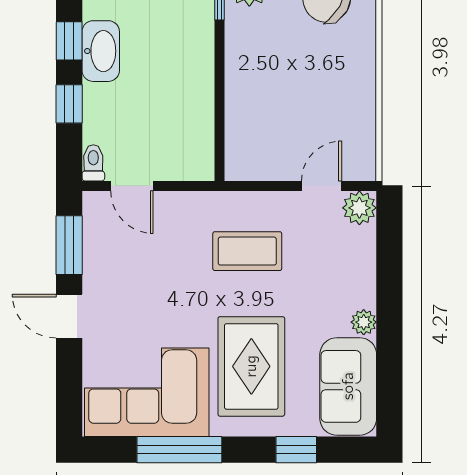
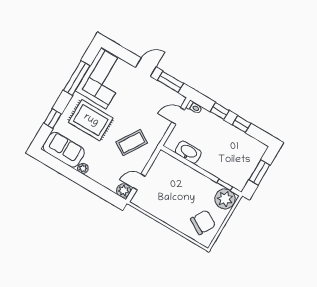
washbasin: (101, 51) -> (188, 152), moved, turned 180
door: (322, 186) -> (139, 182), swing flipped
coffee table: (247, 251) -> (132, 143), turned 32

